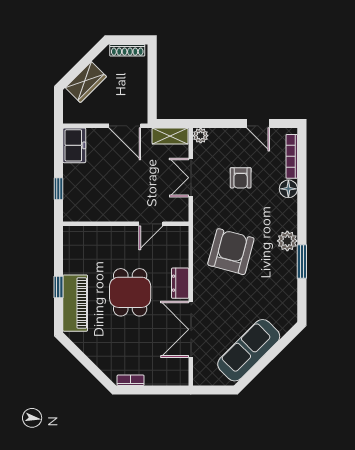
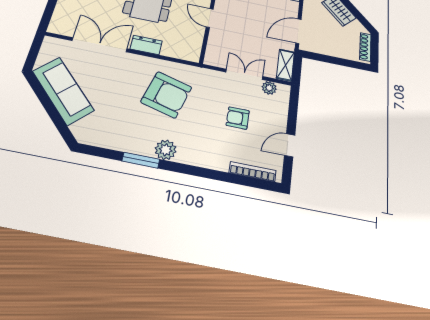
plant: (201, 136) -> (269, 88), moved
floor lamp: (288, 189) -> (220, 162), removed
door: (151, 224) -> (210, 18), moved

